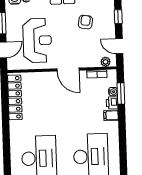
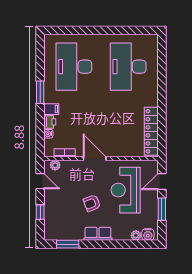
armchair: (85, 22) -> (92, 203), moved, turned 60
window: (121, 94) -> (40, 92), moved

